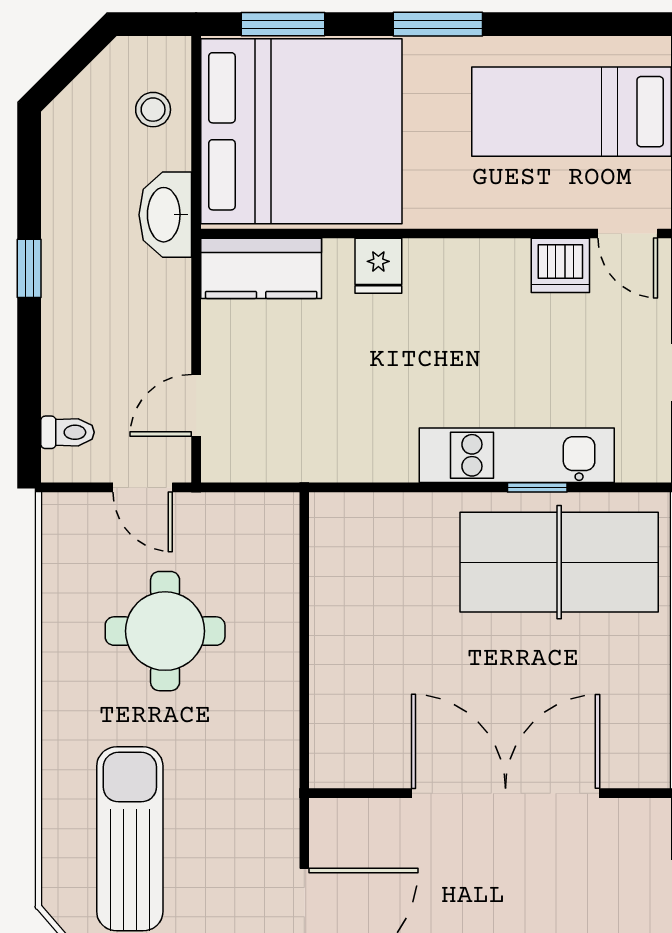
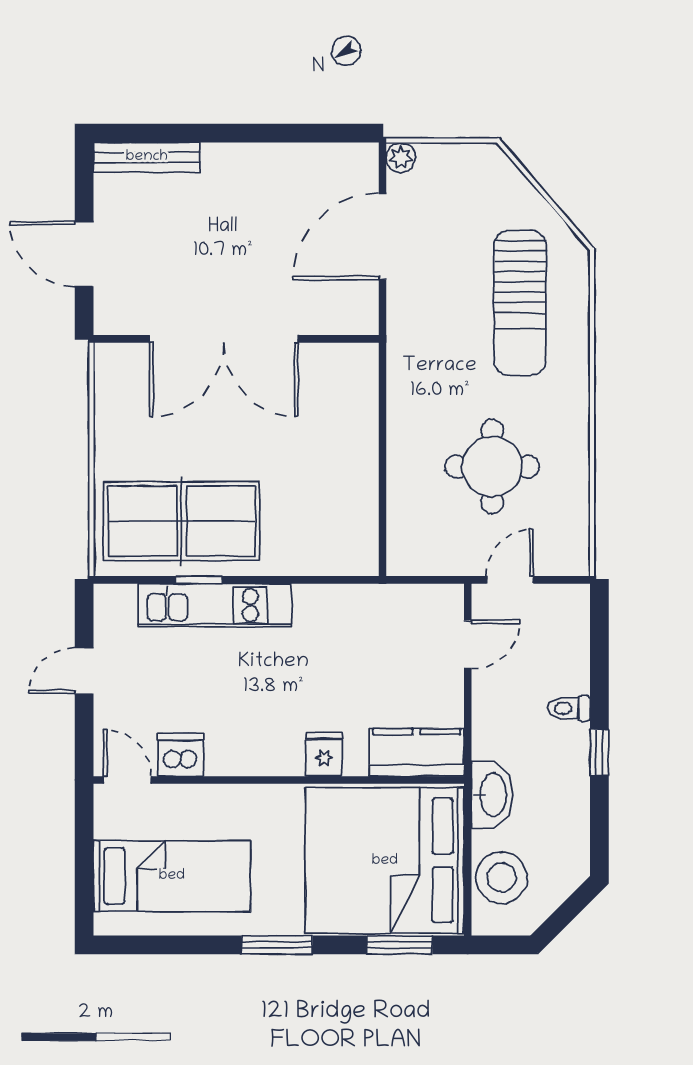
stool: (153, 110) -> (502, 878), width x1.89, depth x1.89
toilet: (67, 432) -> (569, 708), moved
door: (143, 487) -> (510, 580), hinge flipped

